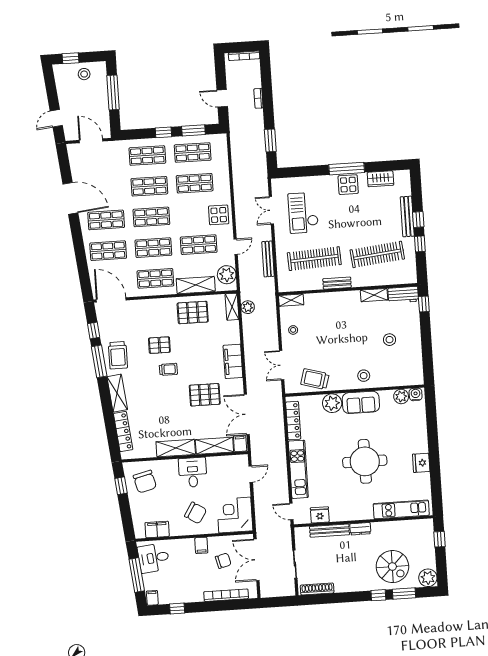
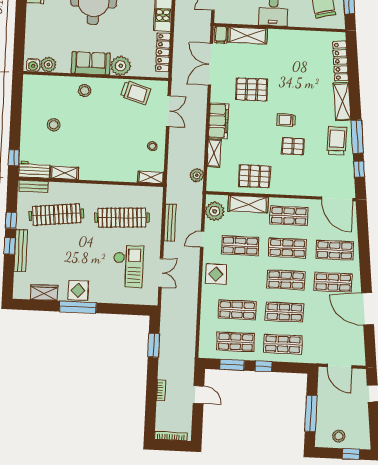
bench: (337, 283) -> (34, 186), moved
shelving: (232, 307) -> (214, 153), moved
double door: (247, 414) -> (210, 64), swing flipped
shelving: (176, 448) -> (288, 38), removed

